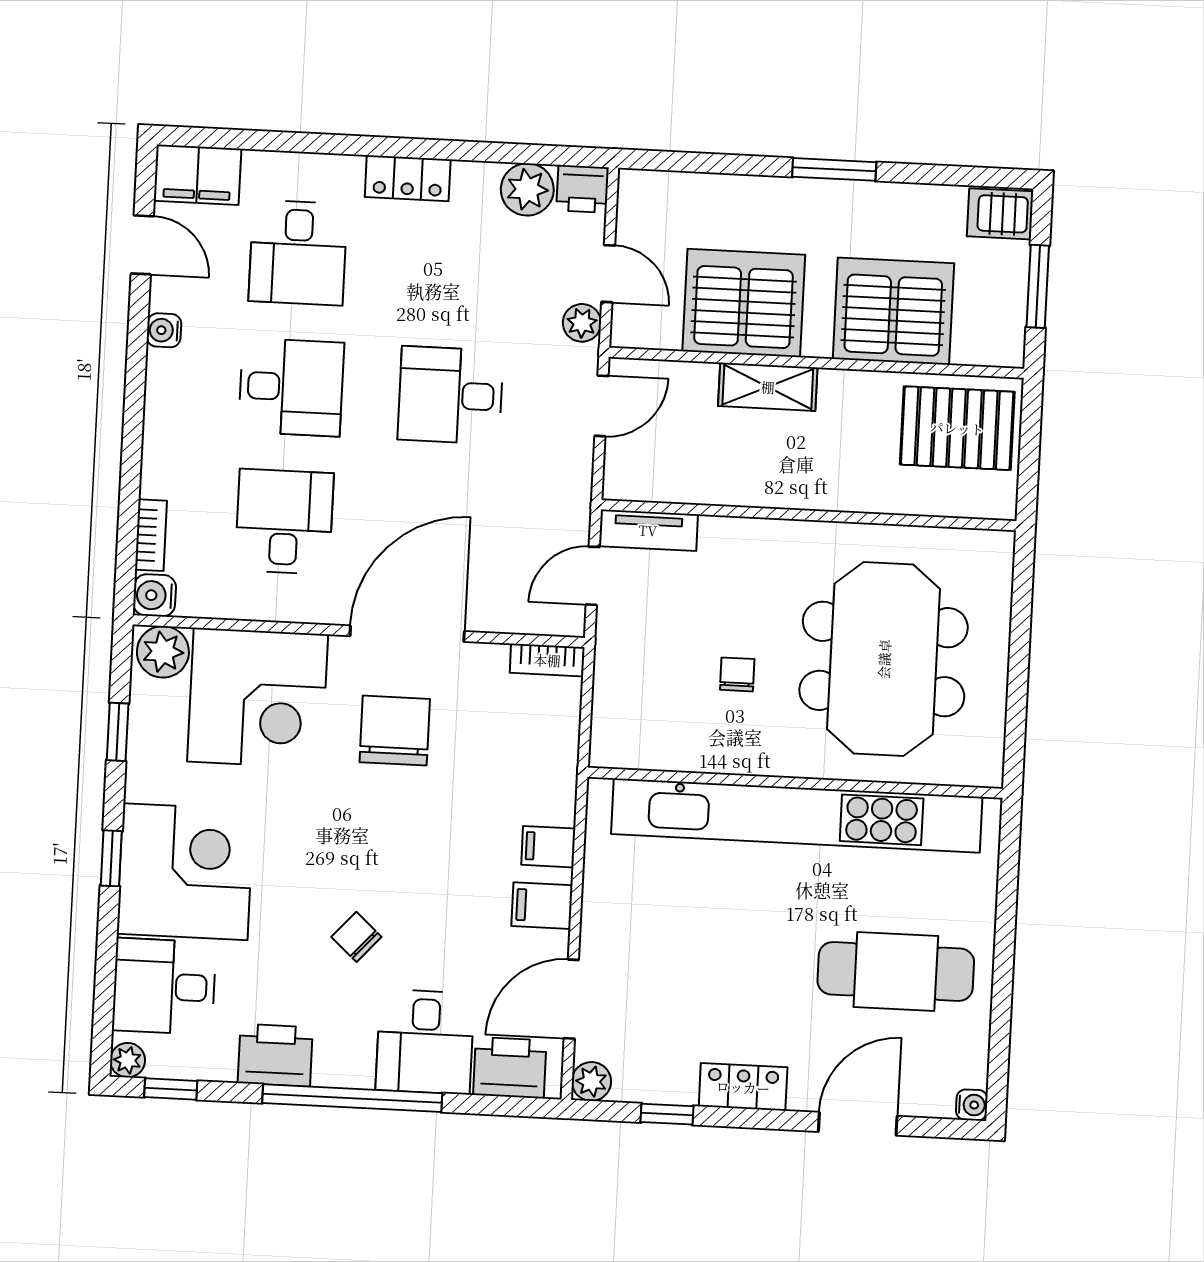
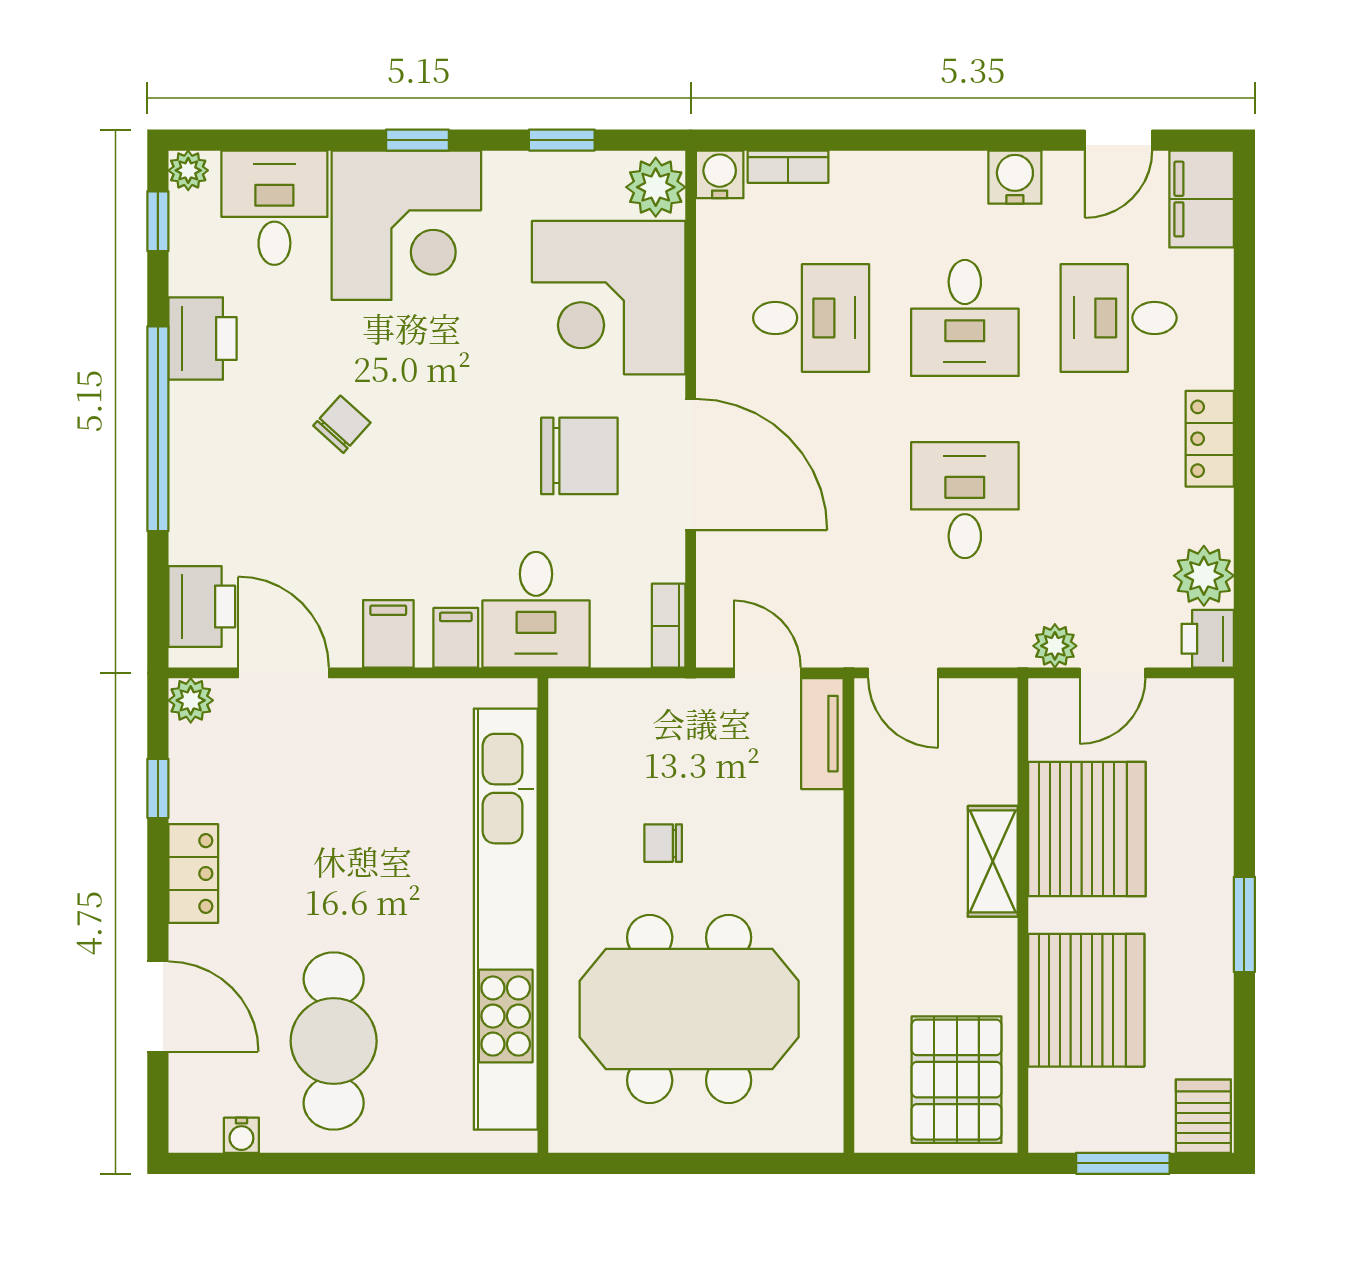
water cooler: (164, 330) -> (1015, 177), width x1.38, depth x1.38
door: (601, 406) -> (903, 673), moved
chair: (737, 674) -> (663, 843), turned 180
desk: (425, 1042) -> (536, 610), moved, turned -90
water cooler: (972, 1105) -> (241, 1135), moved

